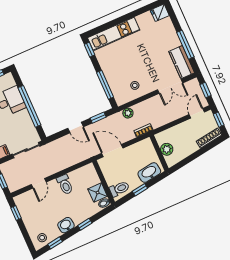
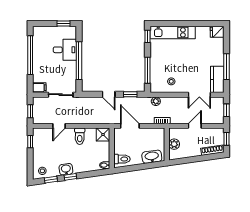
door: (197, 113) -> (195, 126), moved
window: (140, 190) -> (138, 167), removed
shower: (98, 193) -> (103, 134), moved
window: (85, 224) -> (70, 177), moved

